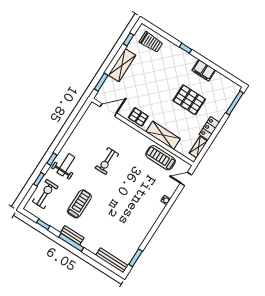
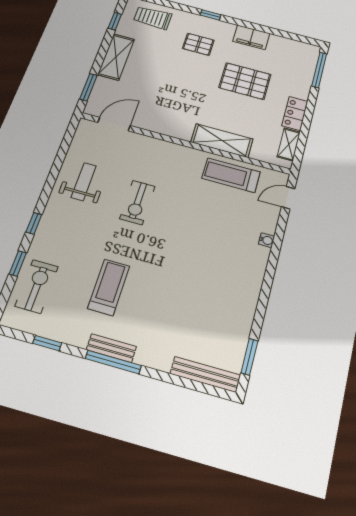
trolley: (151, 42) -> (153, 18), turned 180
pallet: (138, 117) -> (198, 44), moved
weight bench: (66, 165) -> (84, 182), moved

